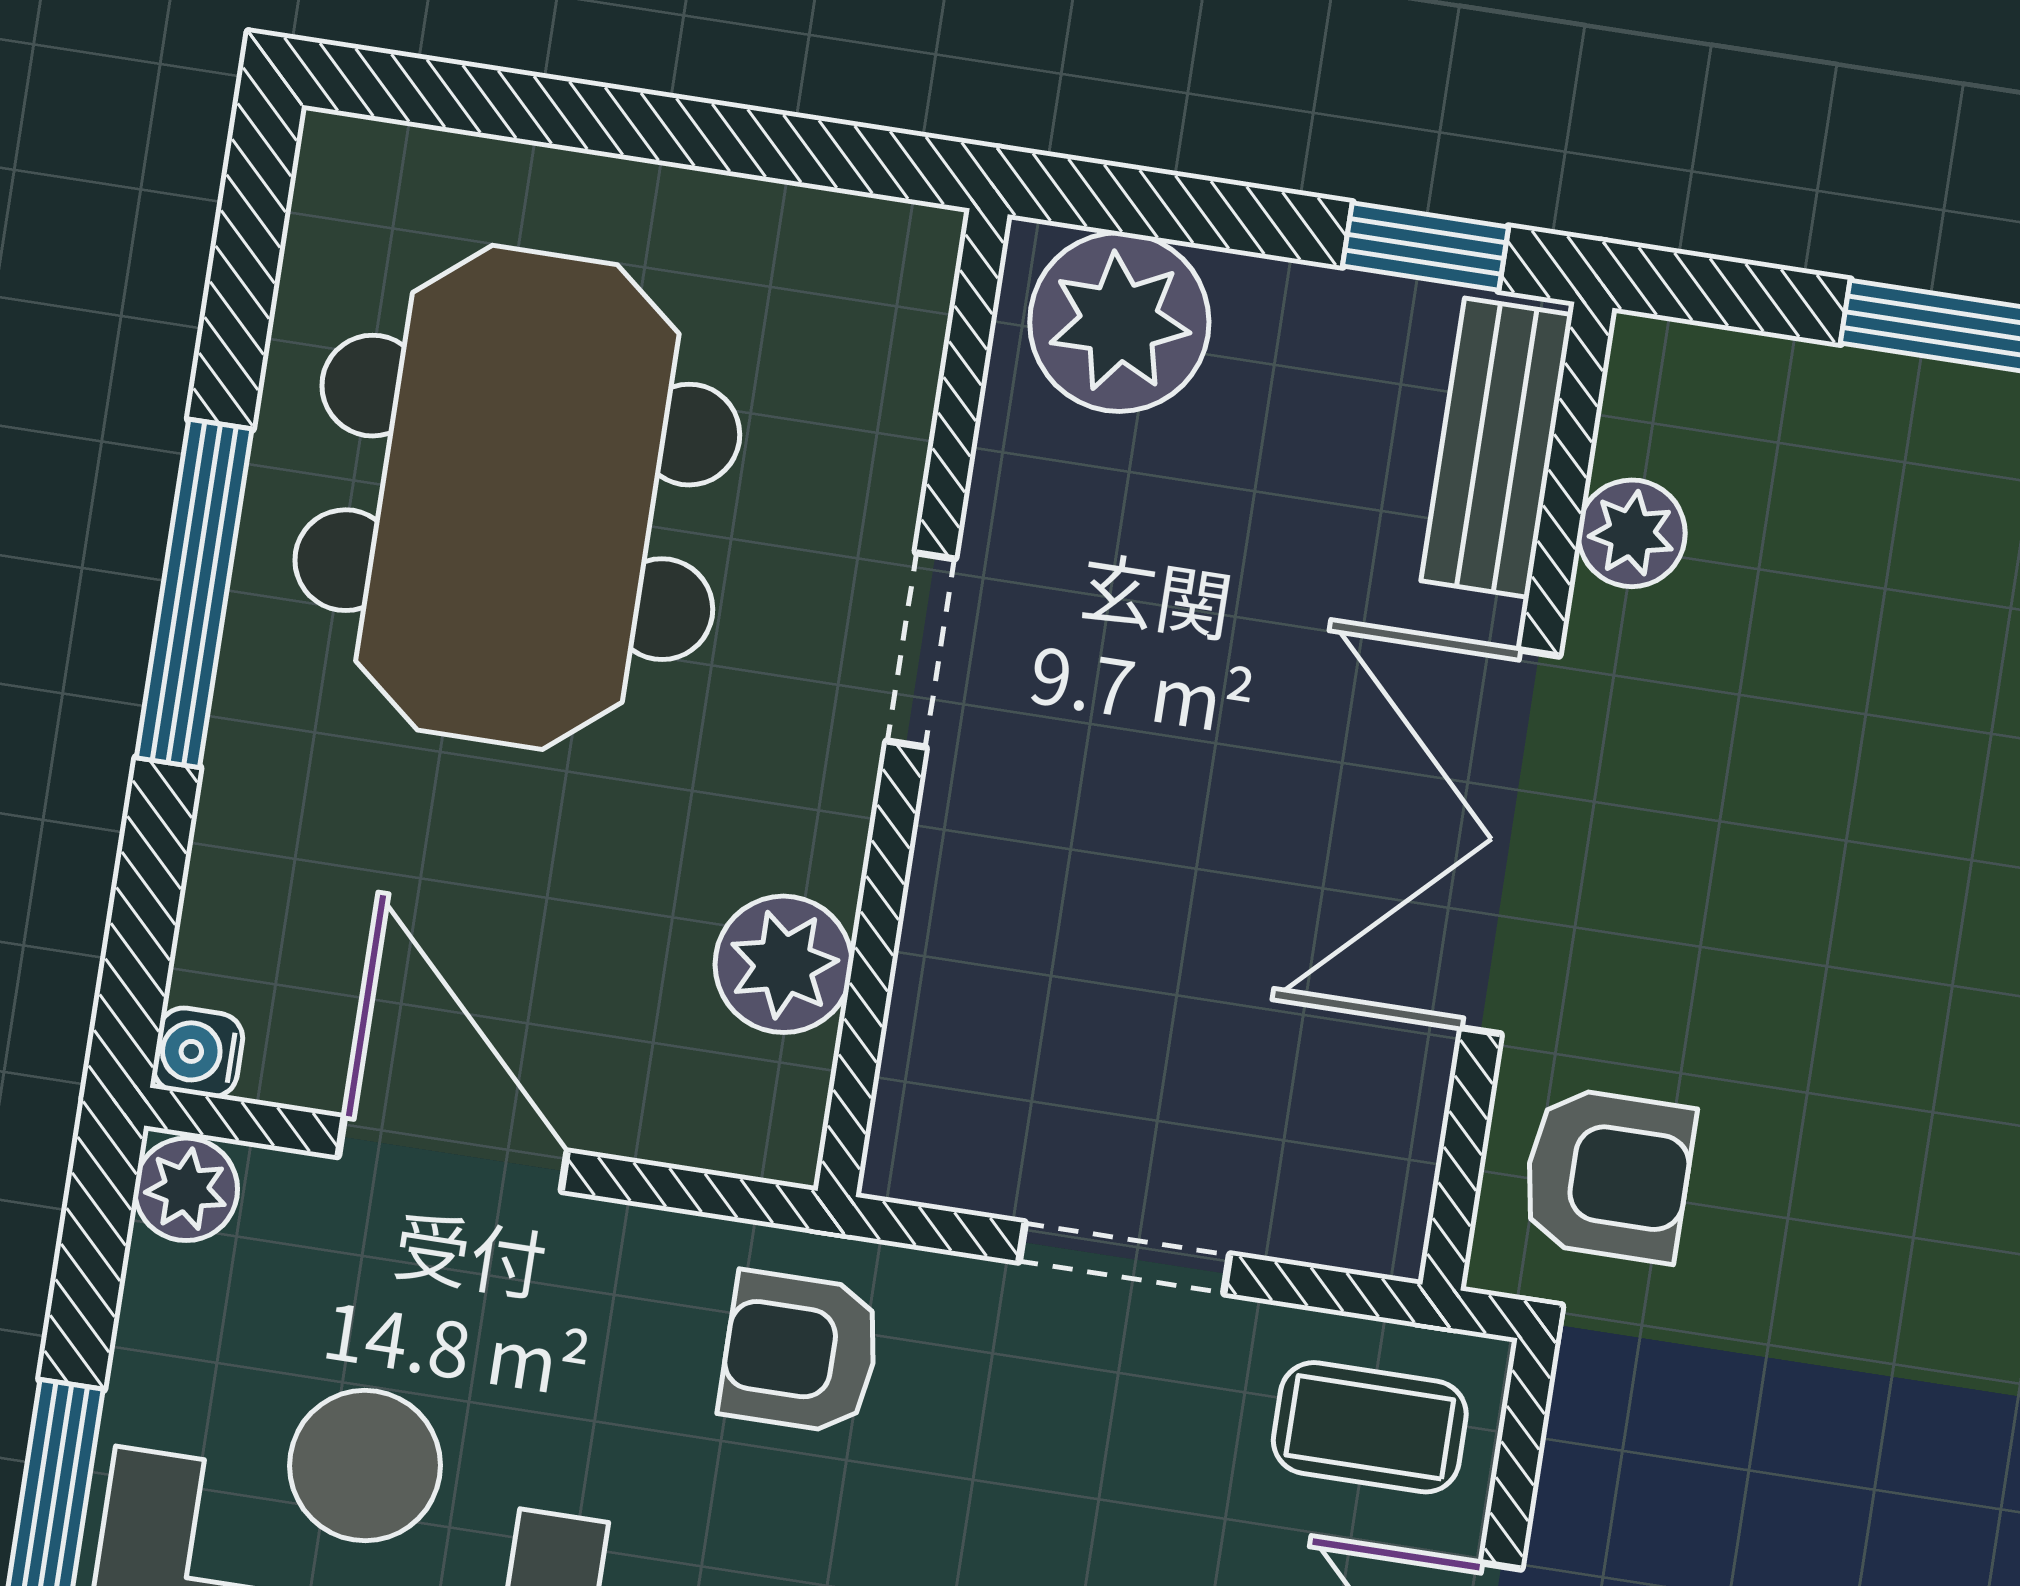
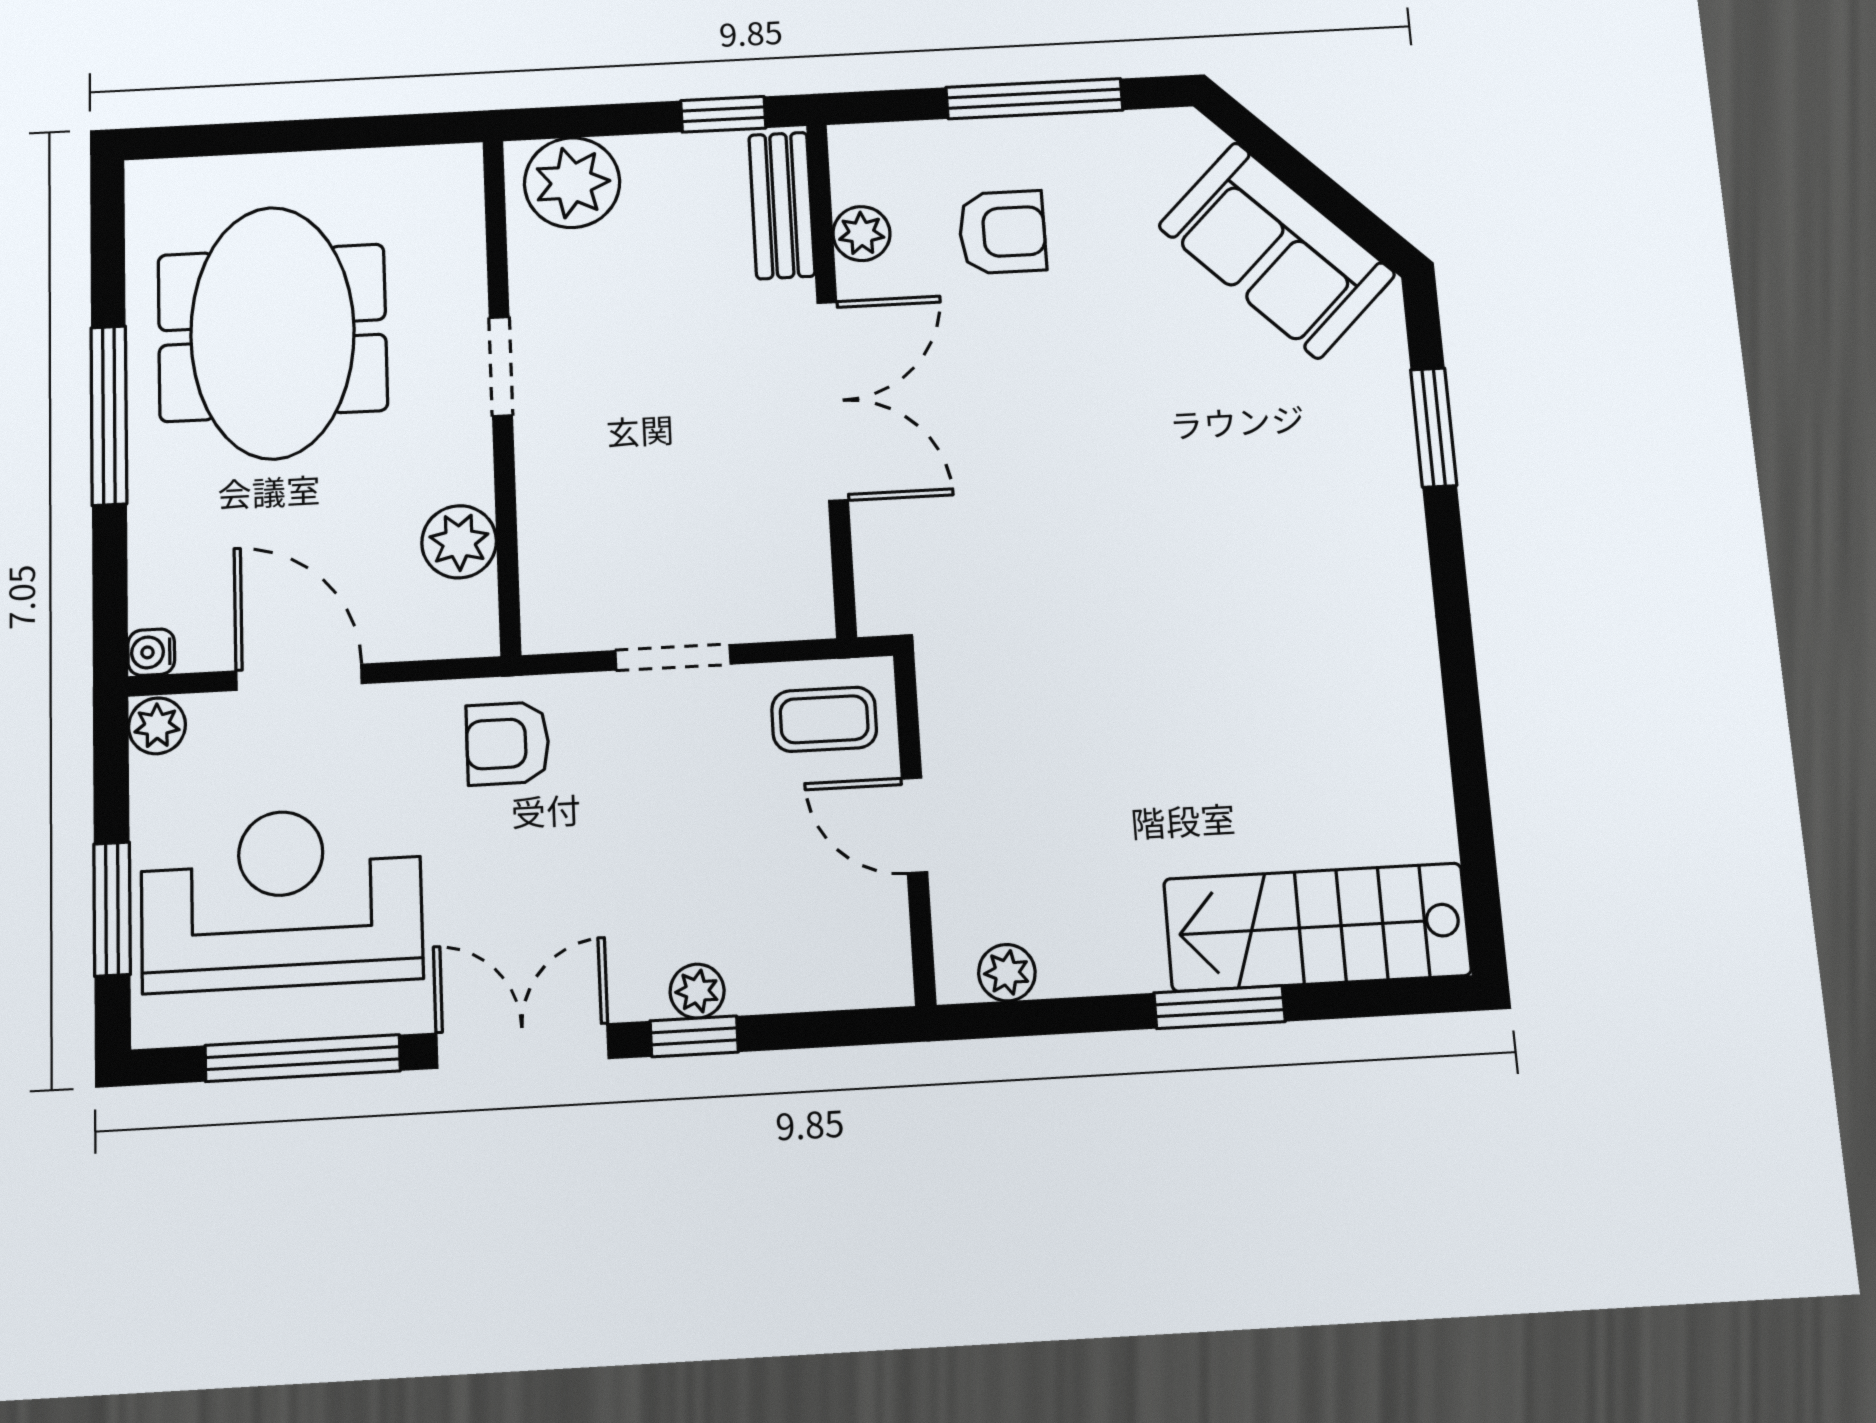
double door: (1510, 842) -> (833, 401), swing flipped
armchair: (1608, 1175) -> (1002, 232), moved

